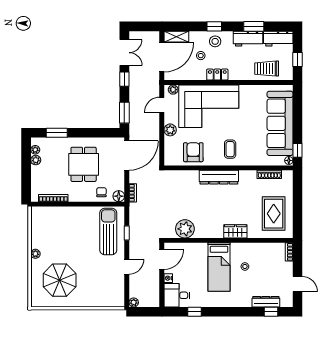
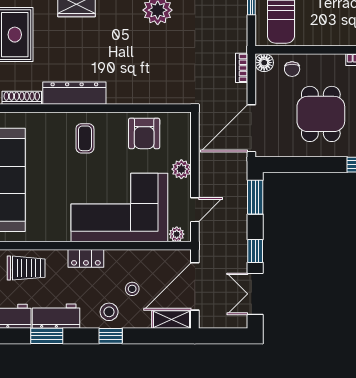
locker: (217, 75) -> (86, 258), moved
dresser: (219, 177) -> (74, 93), moved

